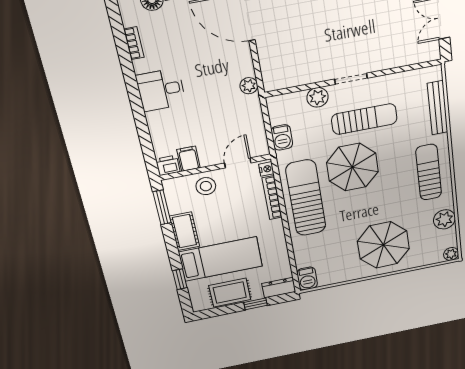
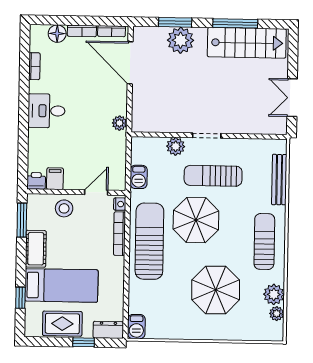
sun lounger: (364, 119) -> (213, 176), turned 180
parasol: (383, 245) -> (216, 290), moved
plant: (451, 254) -> (277, 314), moved

